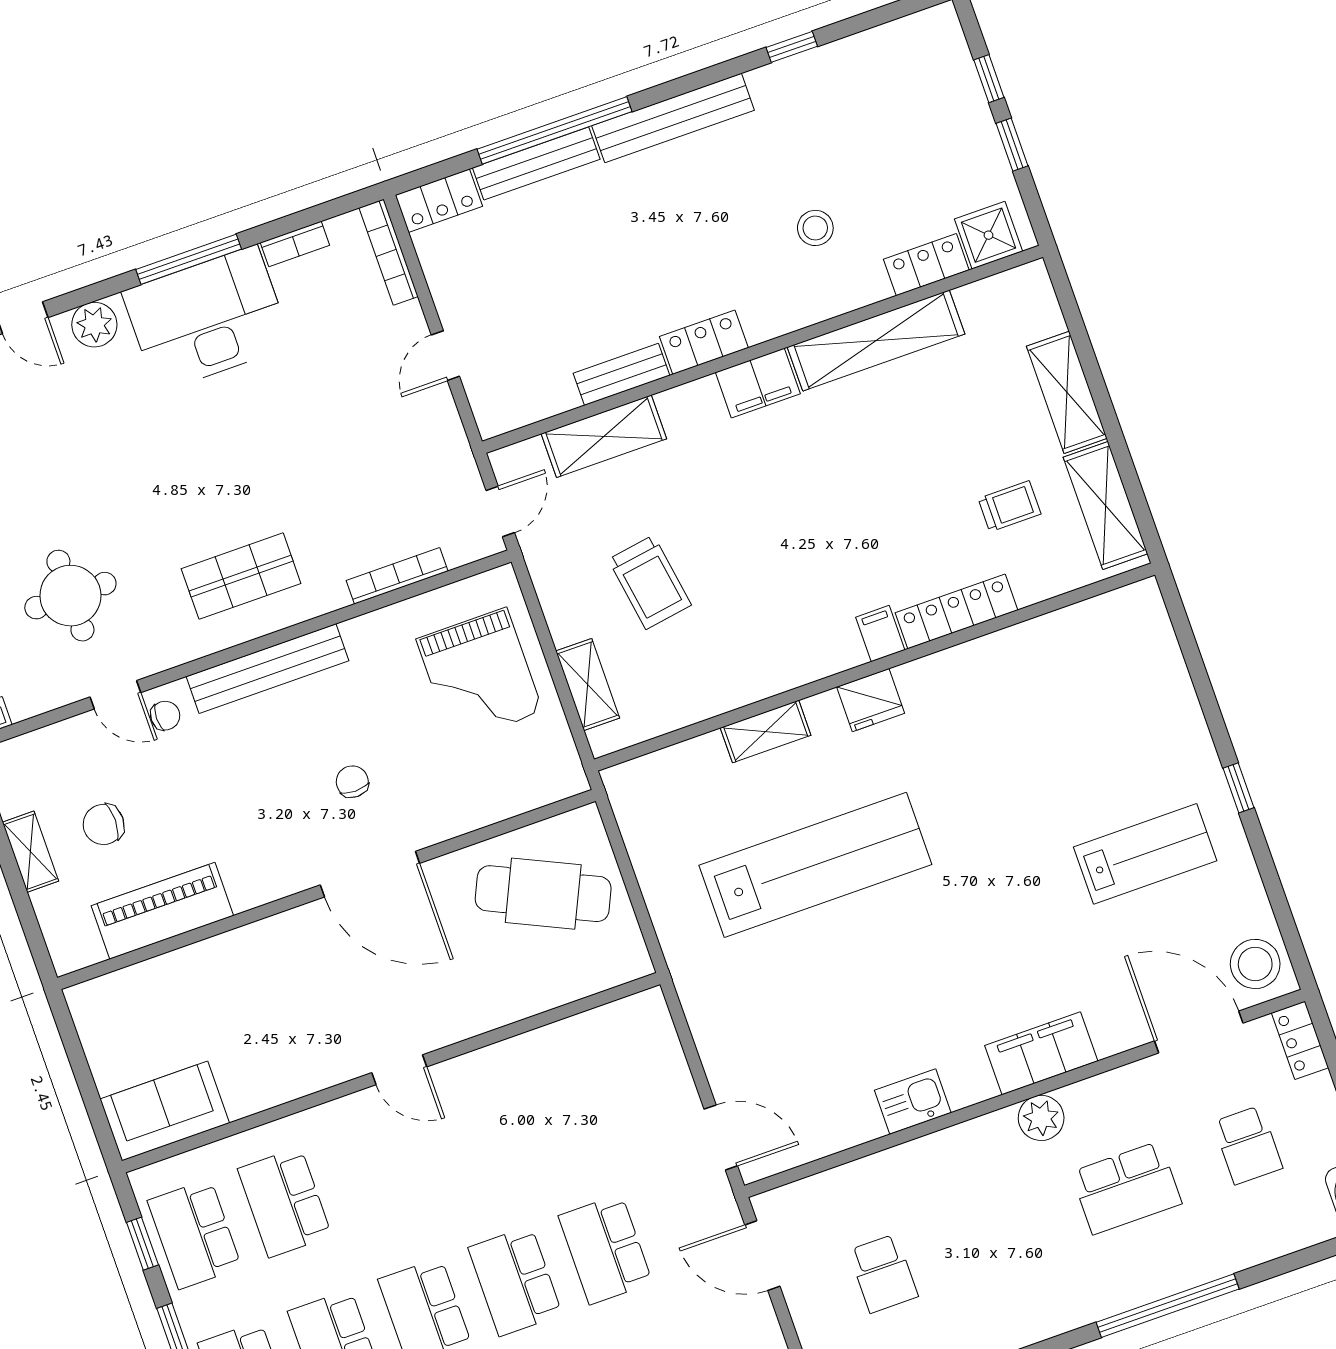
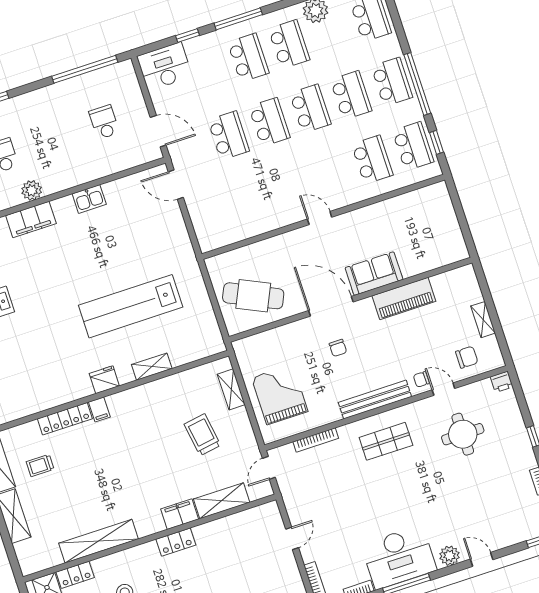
bench: (621, 374) -> (213, 528), removed
filing cabinet: (758, 383) -> (180, 514), moved
chair: (104, 824) -> (467, 357), moved
piano: (162, 911) -> (404, 298), moved
sofa: (165, 1111) -> (374, 274), moved, turned 180

